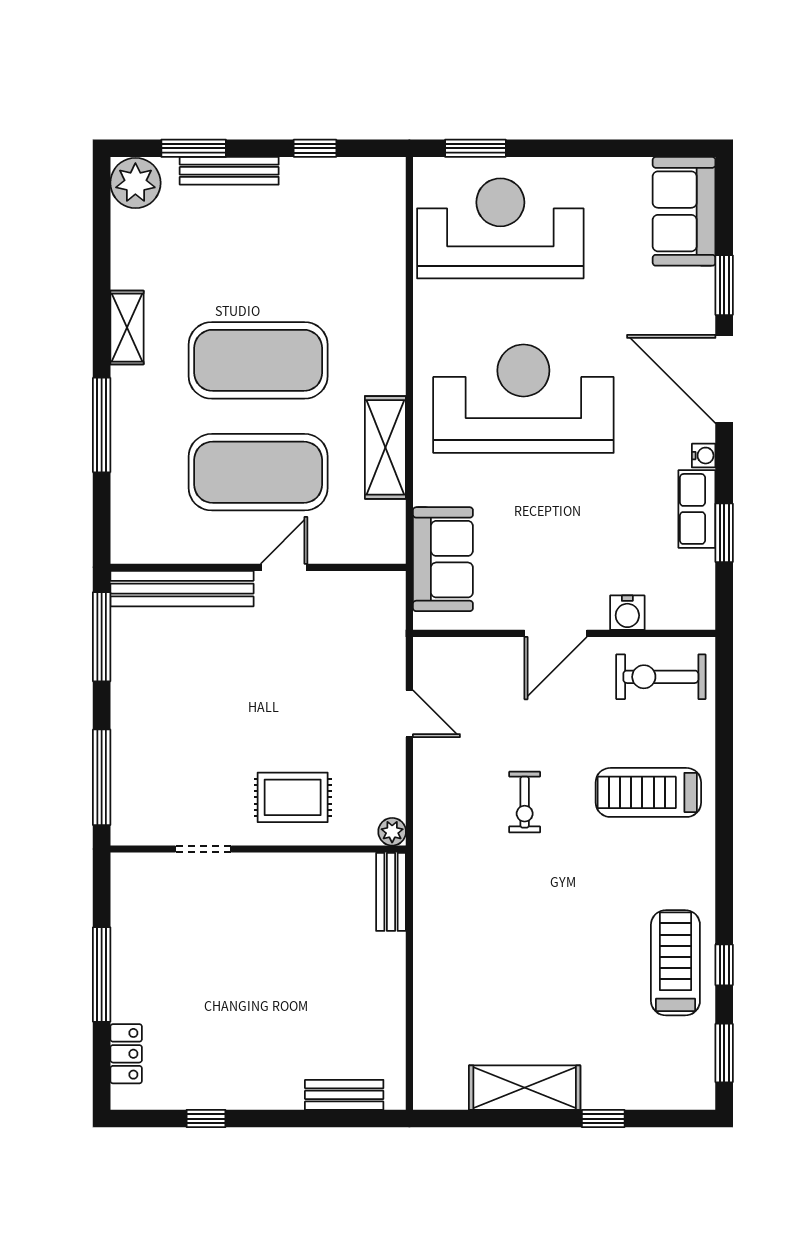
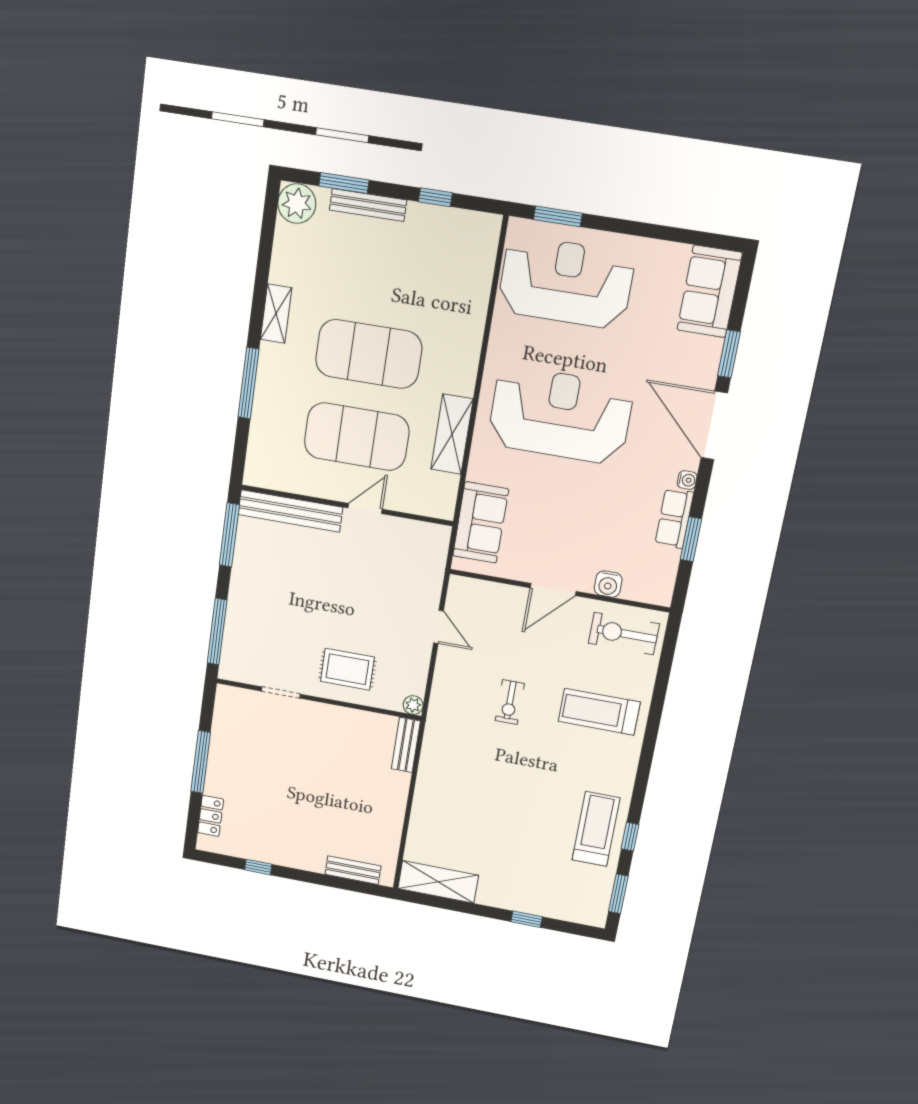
shelving: (525, 1088) -> (438, 882), moved

